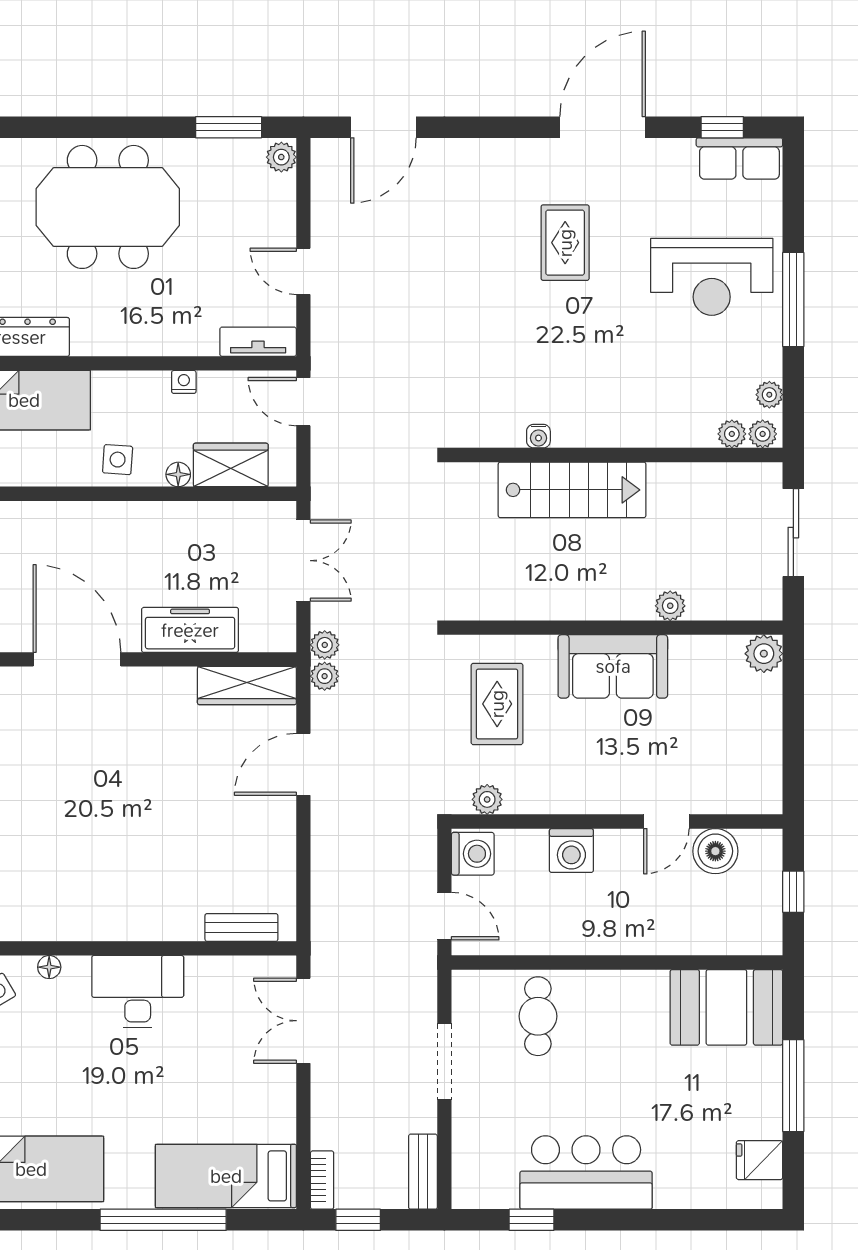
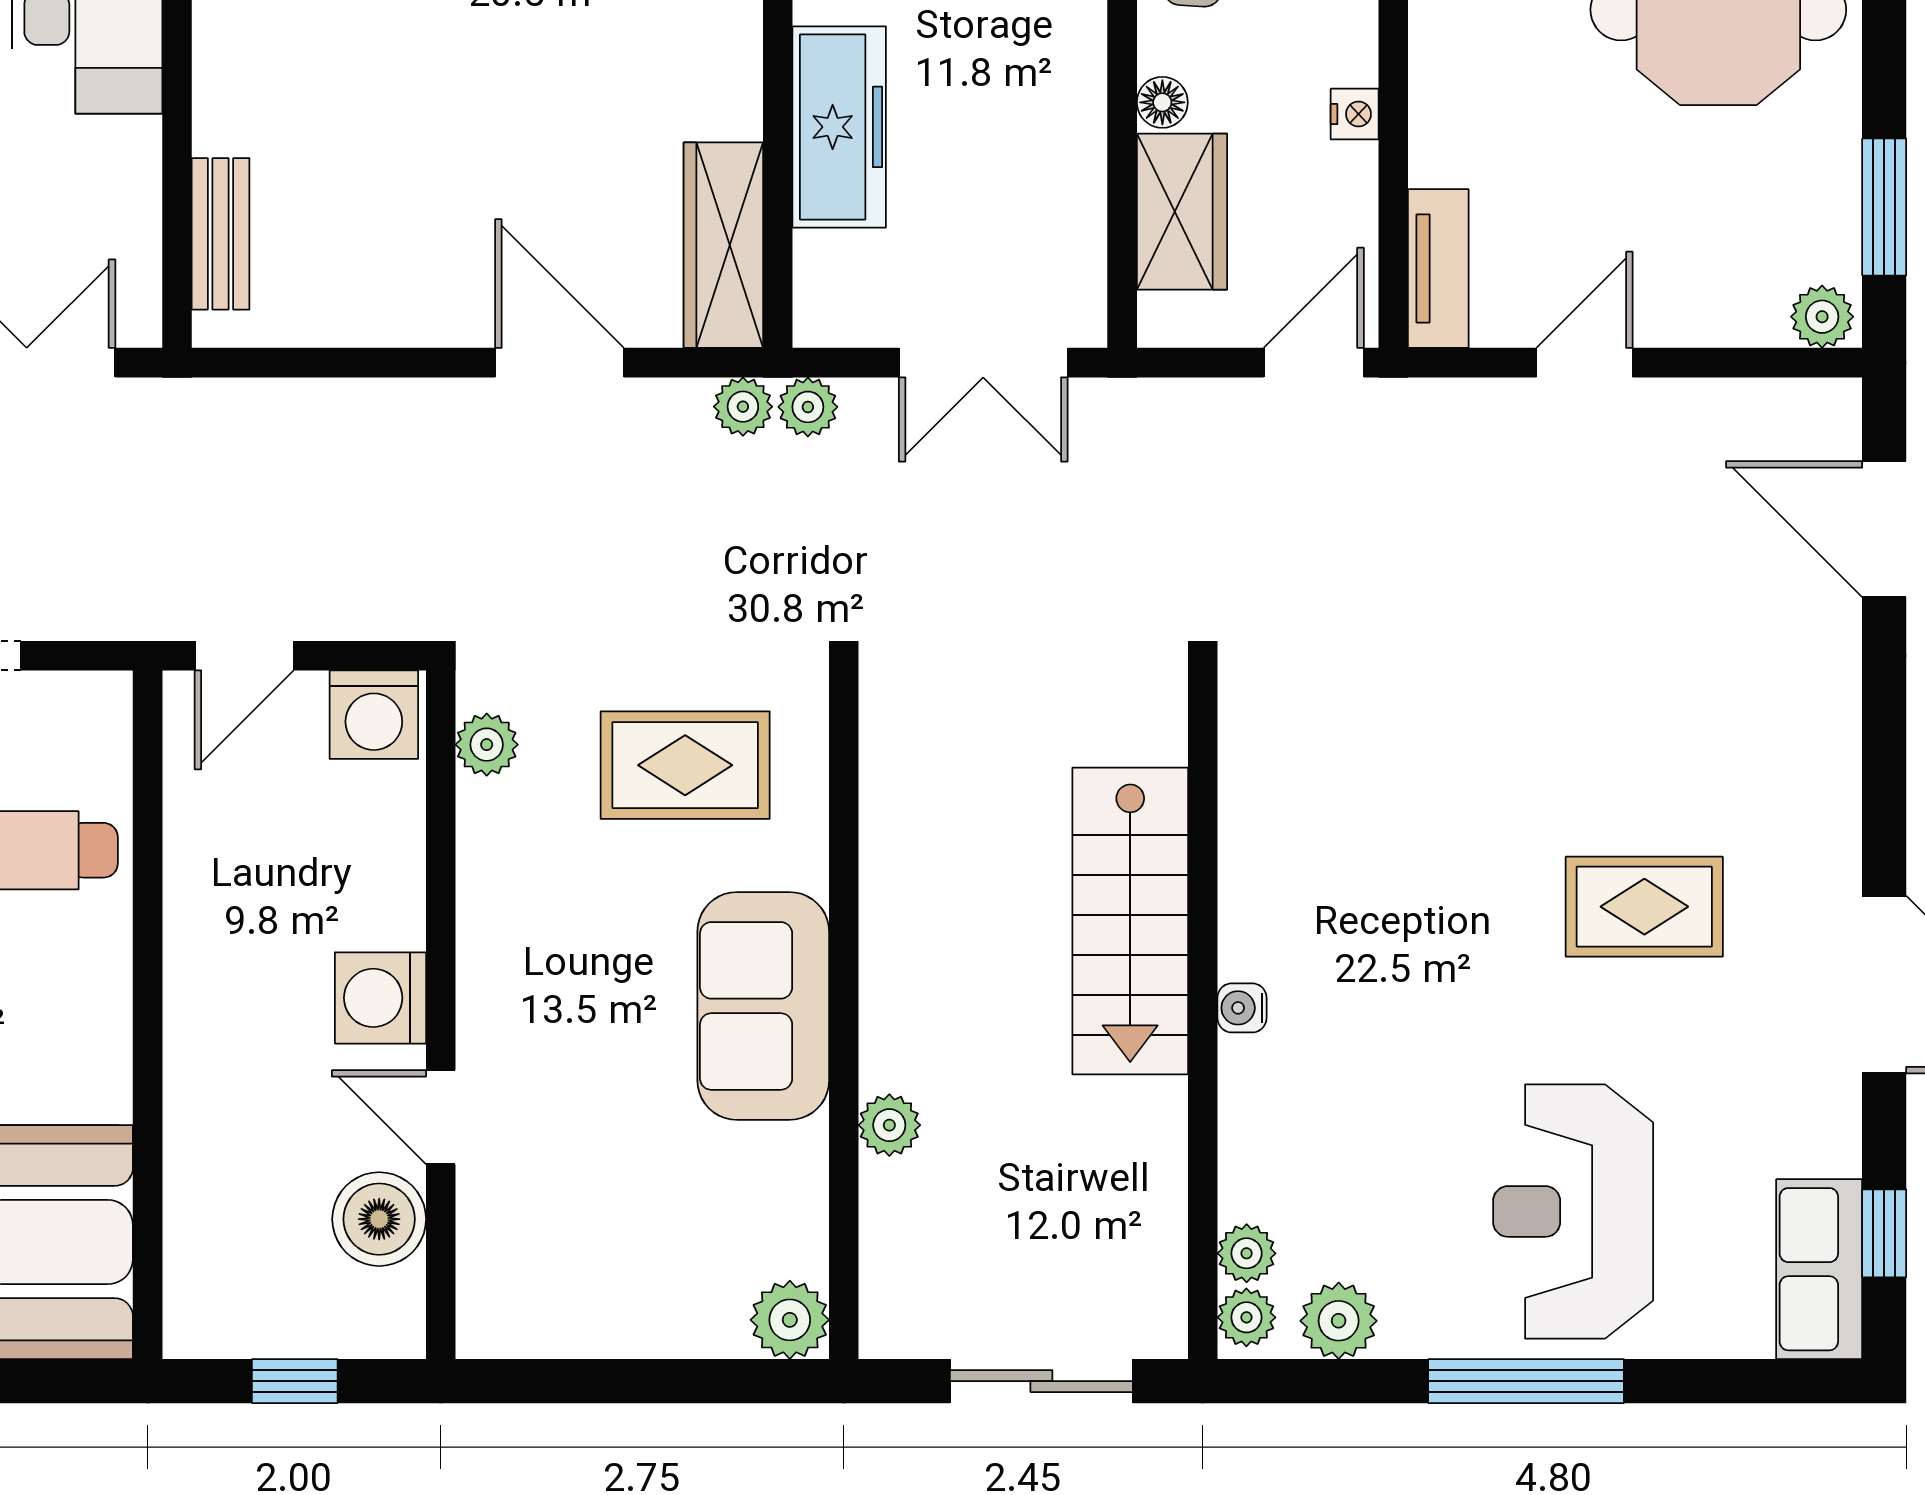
plant: (769, 395) -> (1339, 1321), width x1.38, depth x1.38
water cooler: (538, 436) -> (1242, 1008), moved
washing machine: (571, 851) -> (380, 998), moved

